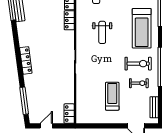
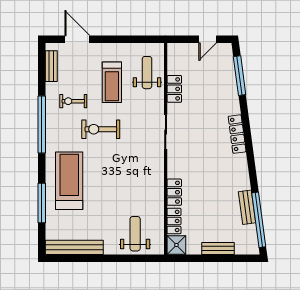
weight bench: (102, 32) -> (147, 73), moved
exercise bike: (138, 64) -> (101, 129), moved
locker: (69, 114) -> (174, 89), moved

